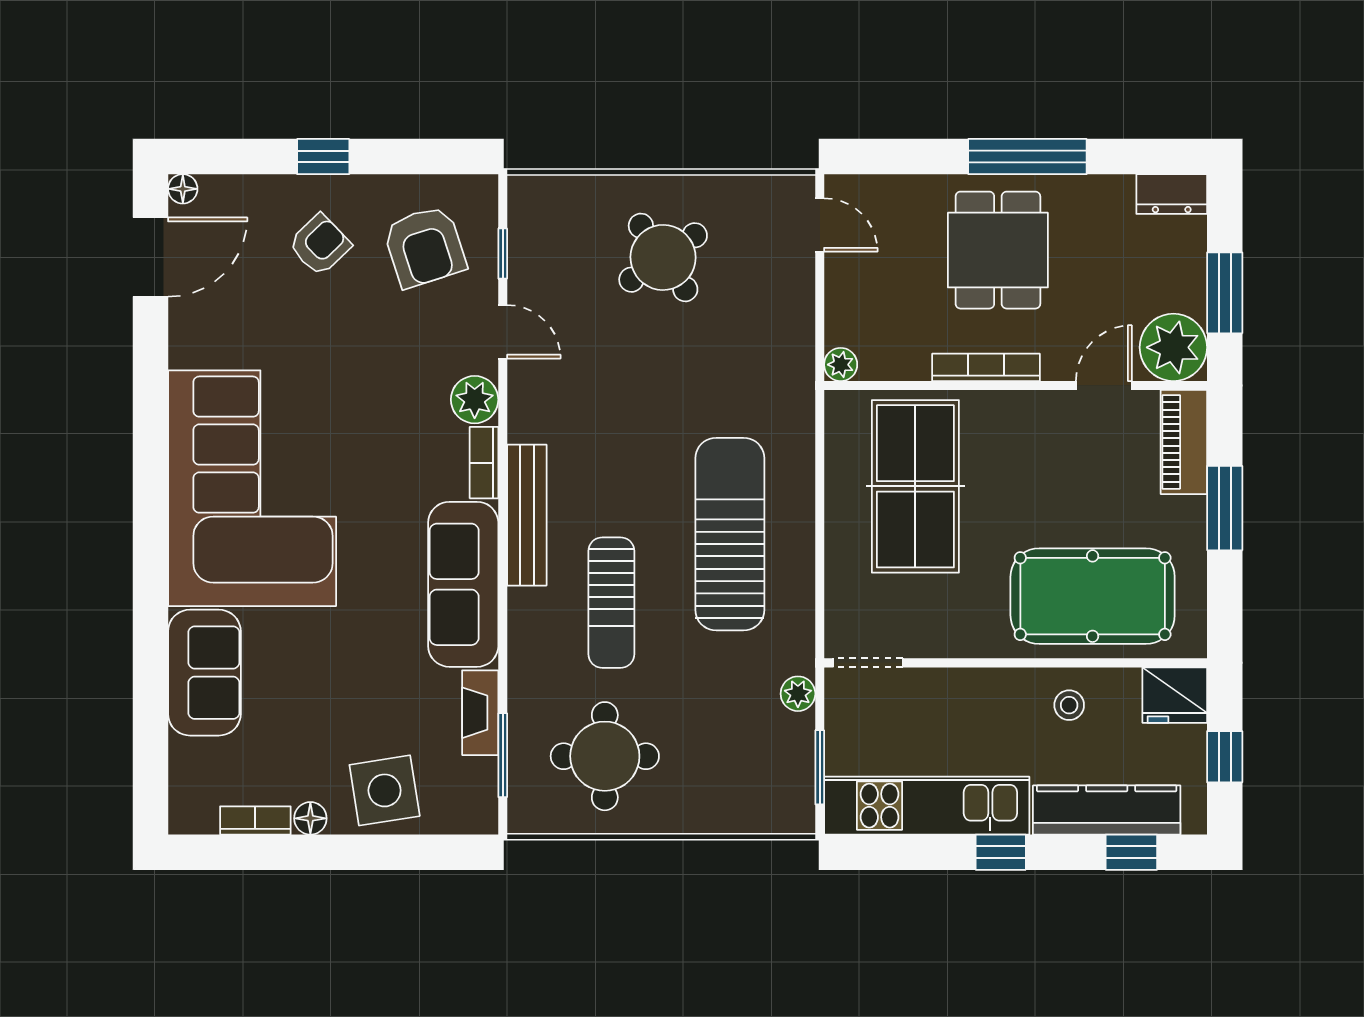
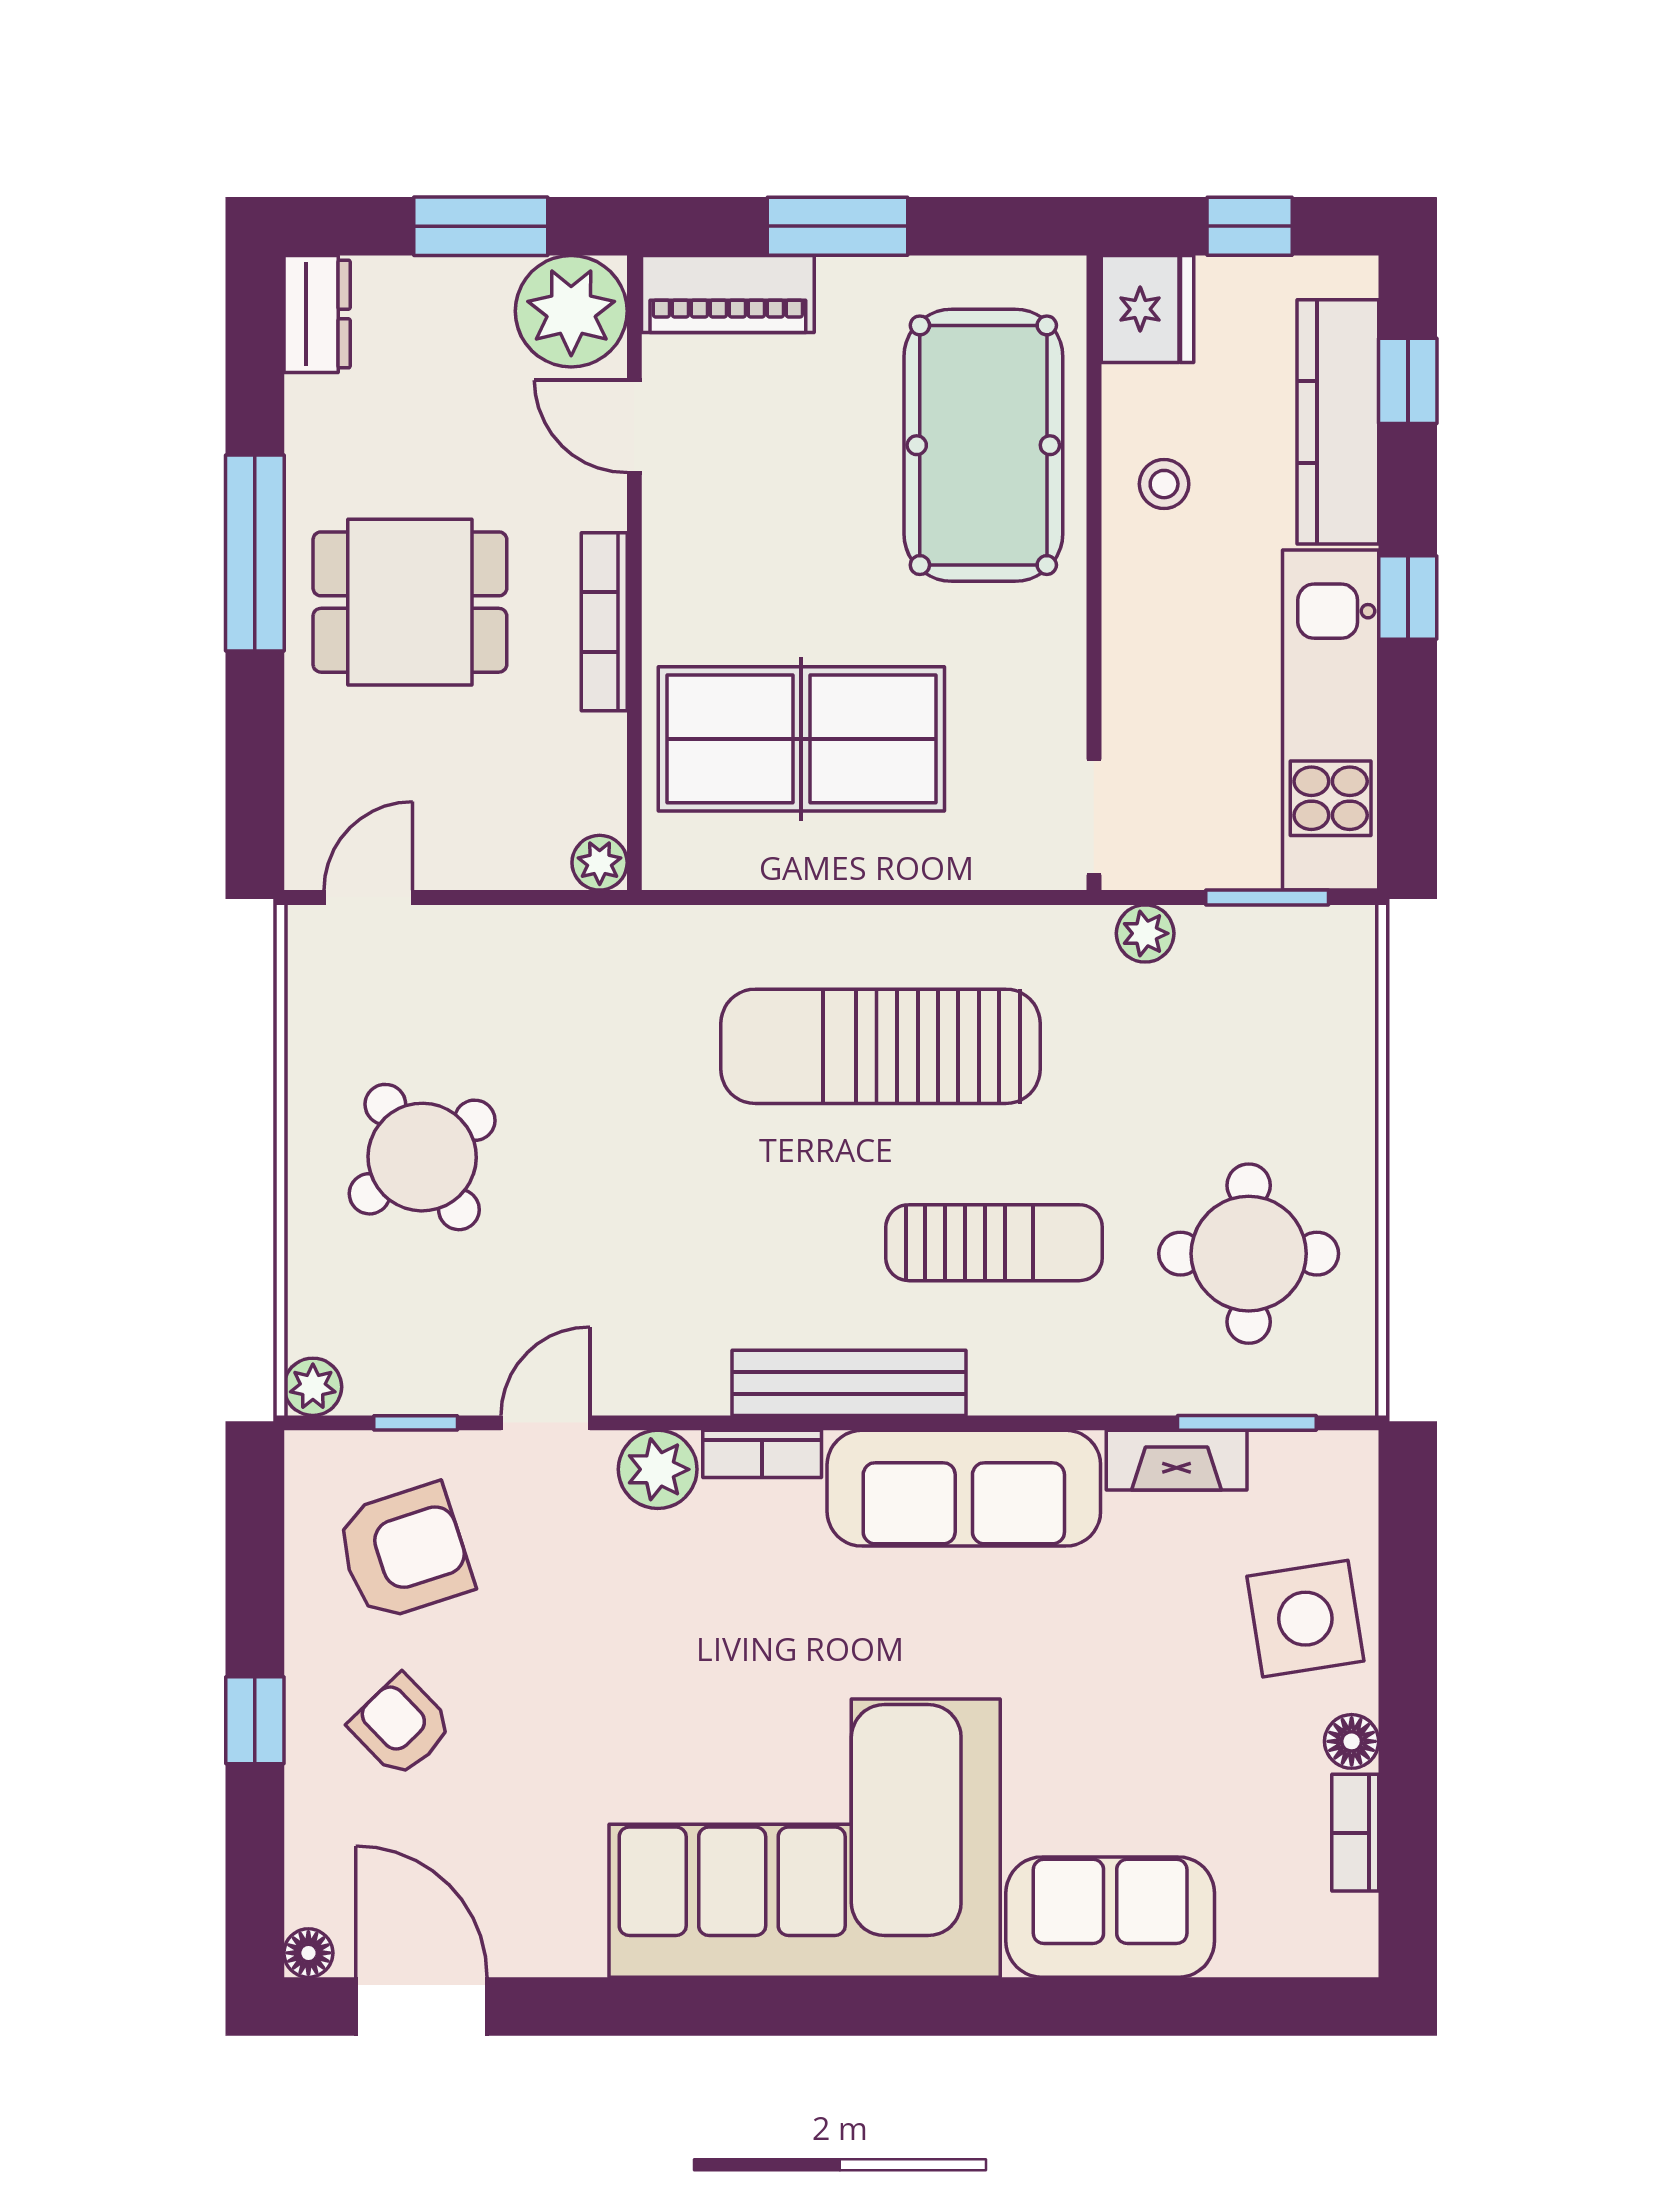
plant: (524, 192) -> (313, 1387), added

